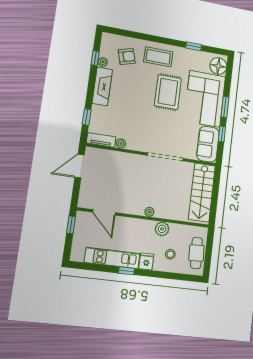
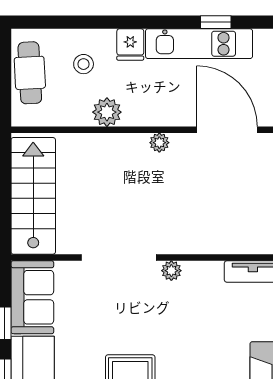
plant: (121, 143) -> (171, 271), moved
door: (104, 212) -> (227, 130), width x1.36
plant: (149, 212) -> (159, 143), moved
window: (126, 271) -> (216, 22), moved

